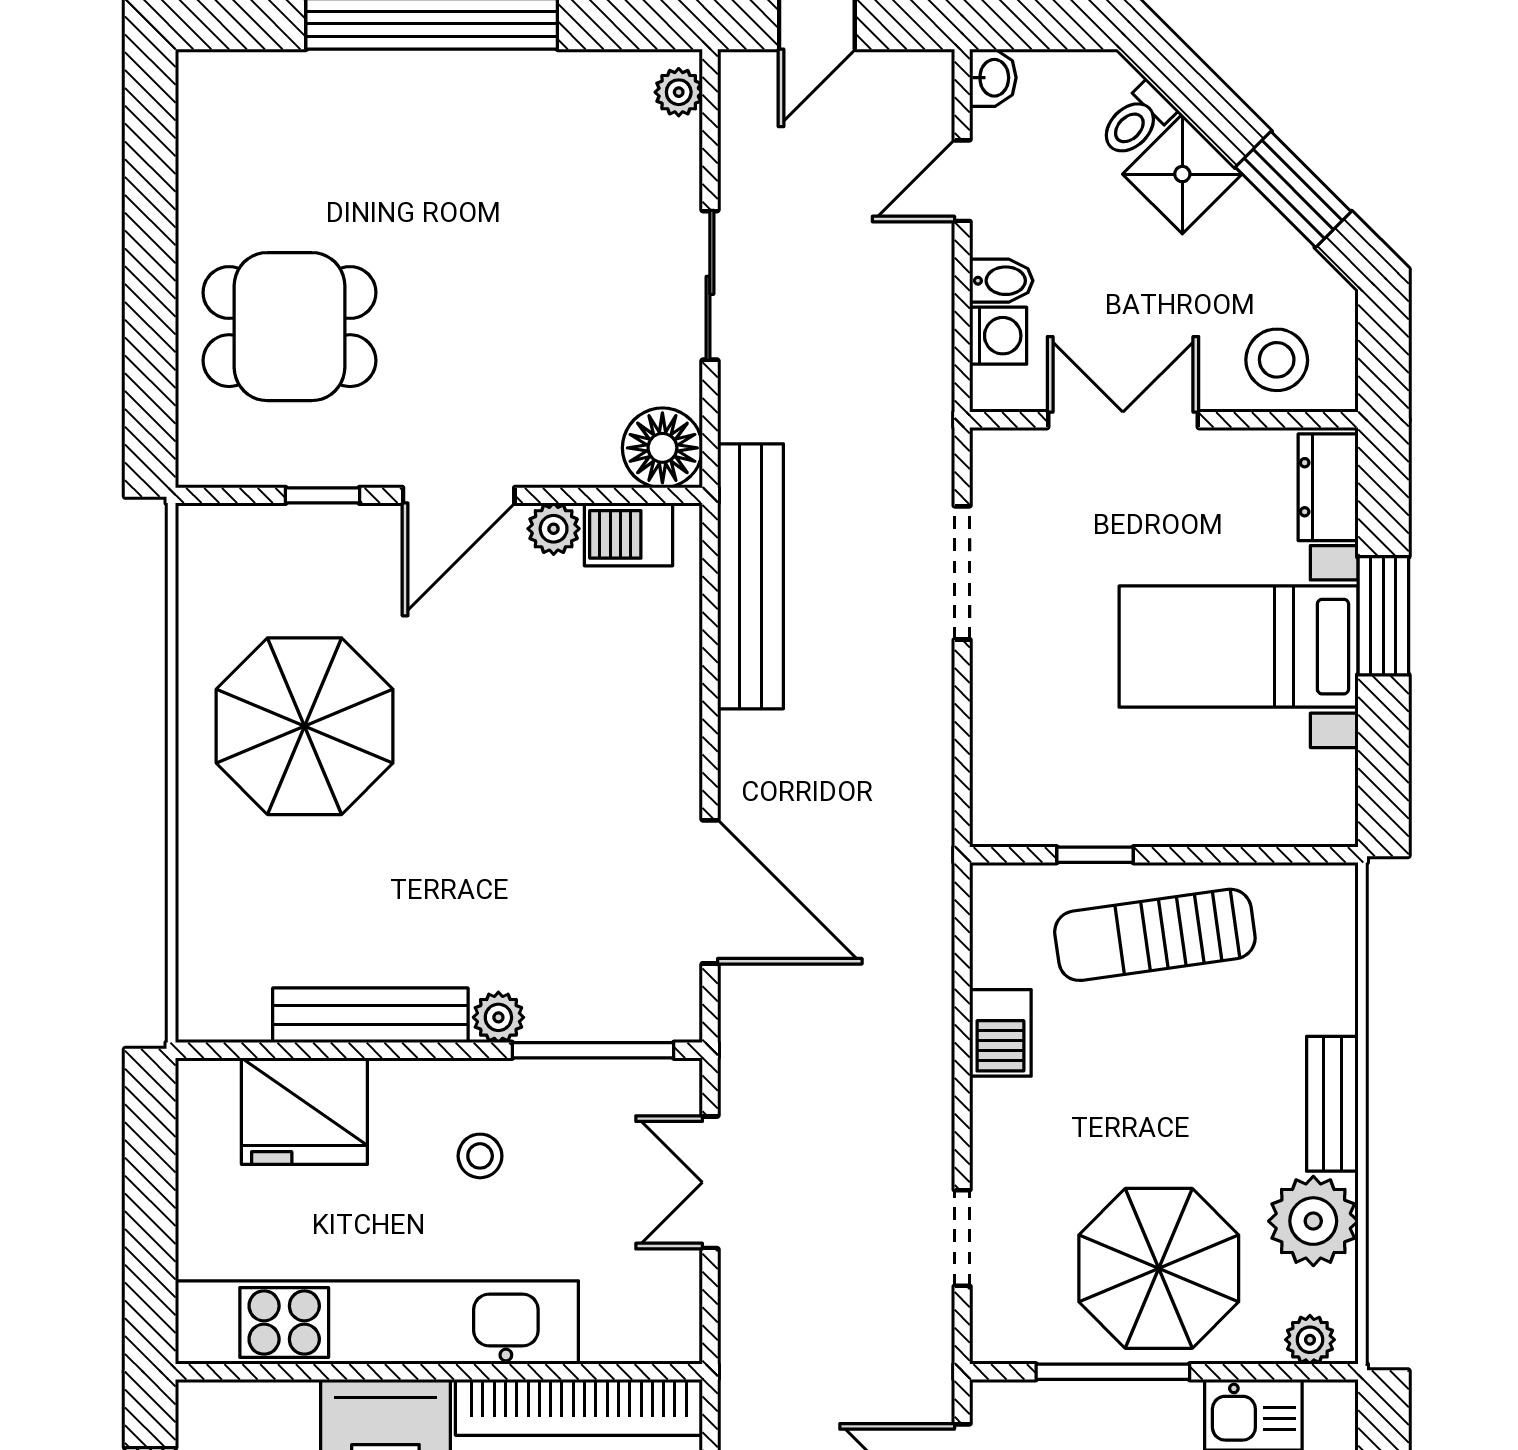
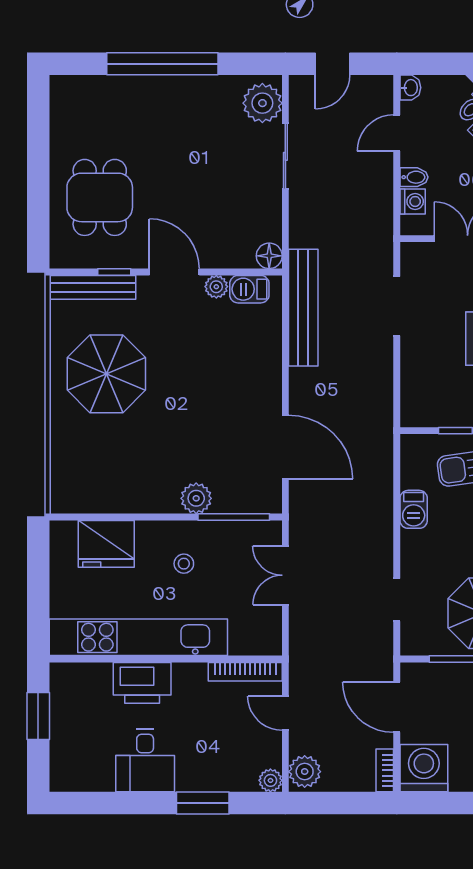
plant: (679, 92) -> (262, 103), width x1.87, depth x1.87
sliding door: (710, 285) -> (285, 156), moved
dining table: (290, 327) -> (100, 197), turned 90
floor lamp: (662, 448) -> (269, 256), width x0.73, depth x0.73
door: (459, 495) -> (174, 272), swing flipped
bench: (370, 1015) -> (92, 287), moved
plant: (498, 1017) -> (196, 498), width x1.38, depth x1.38
bookcase: (579, 1407) -> (245, 672), width x0.68, depth x0.76

